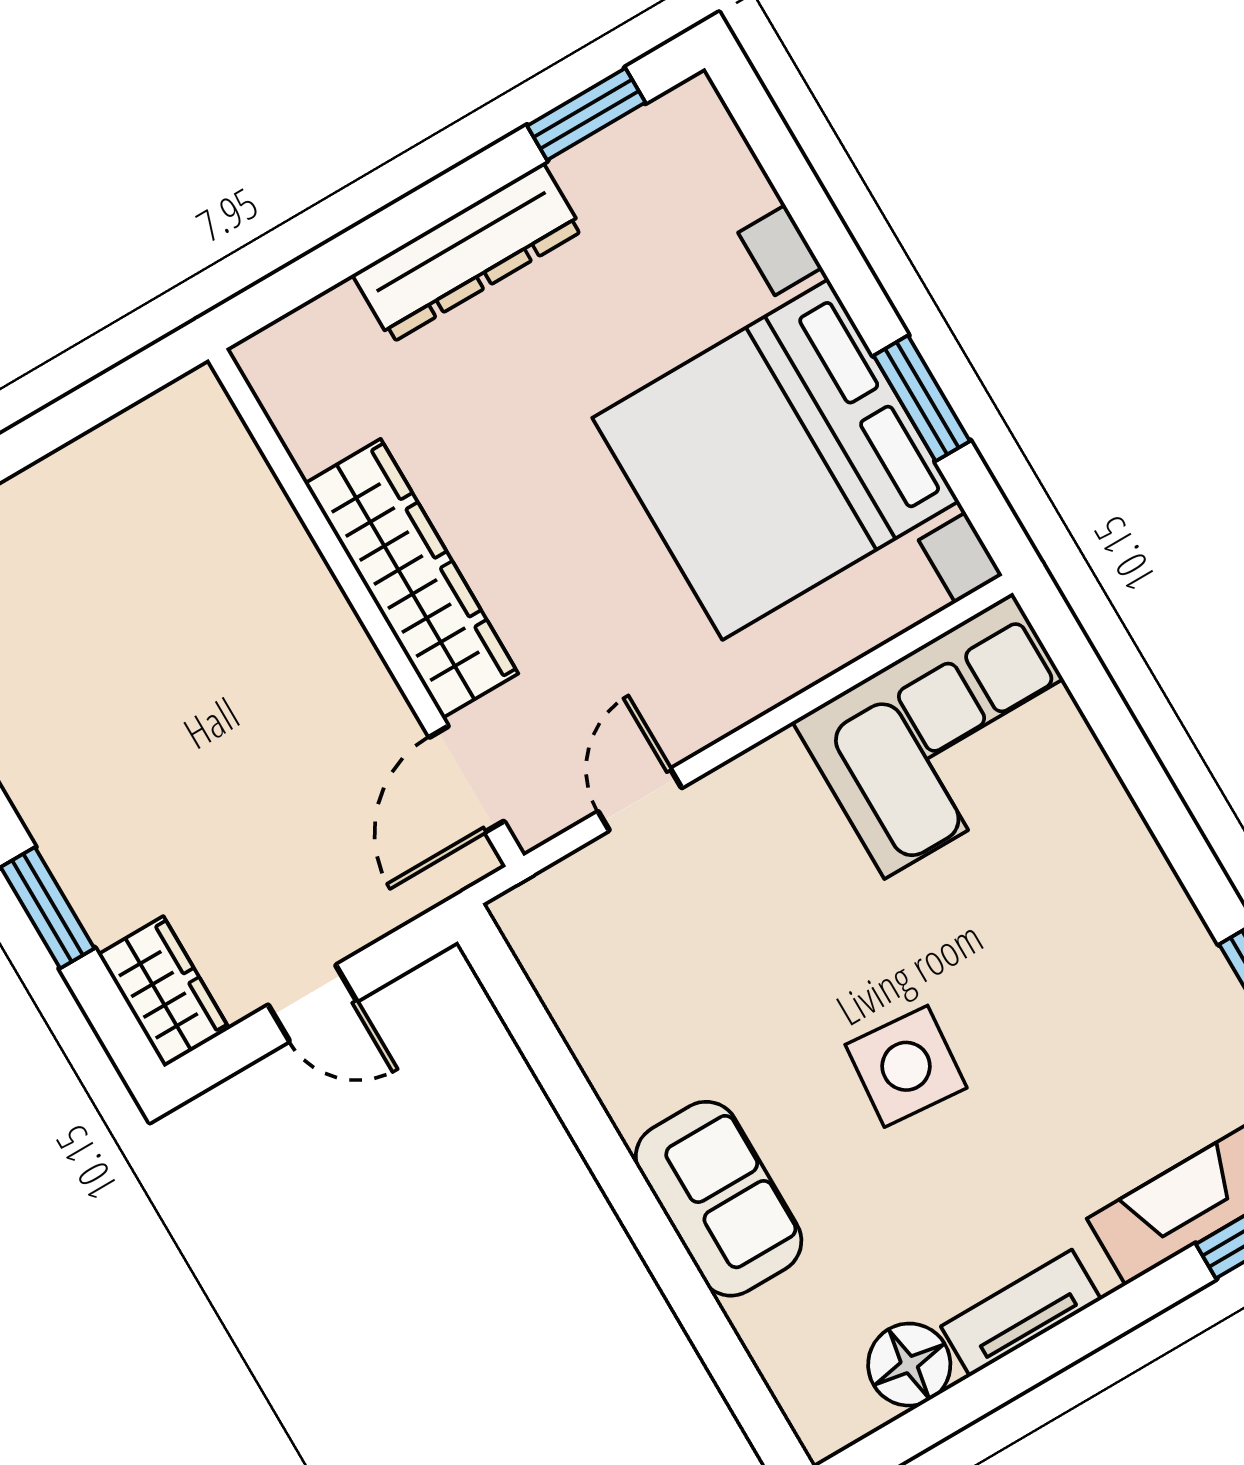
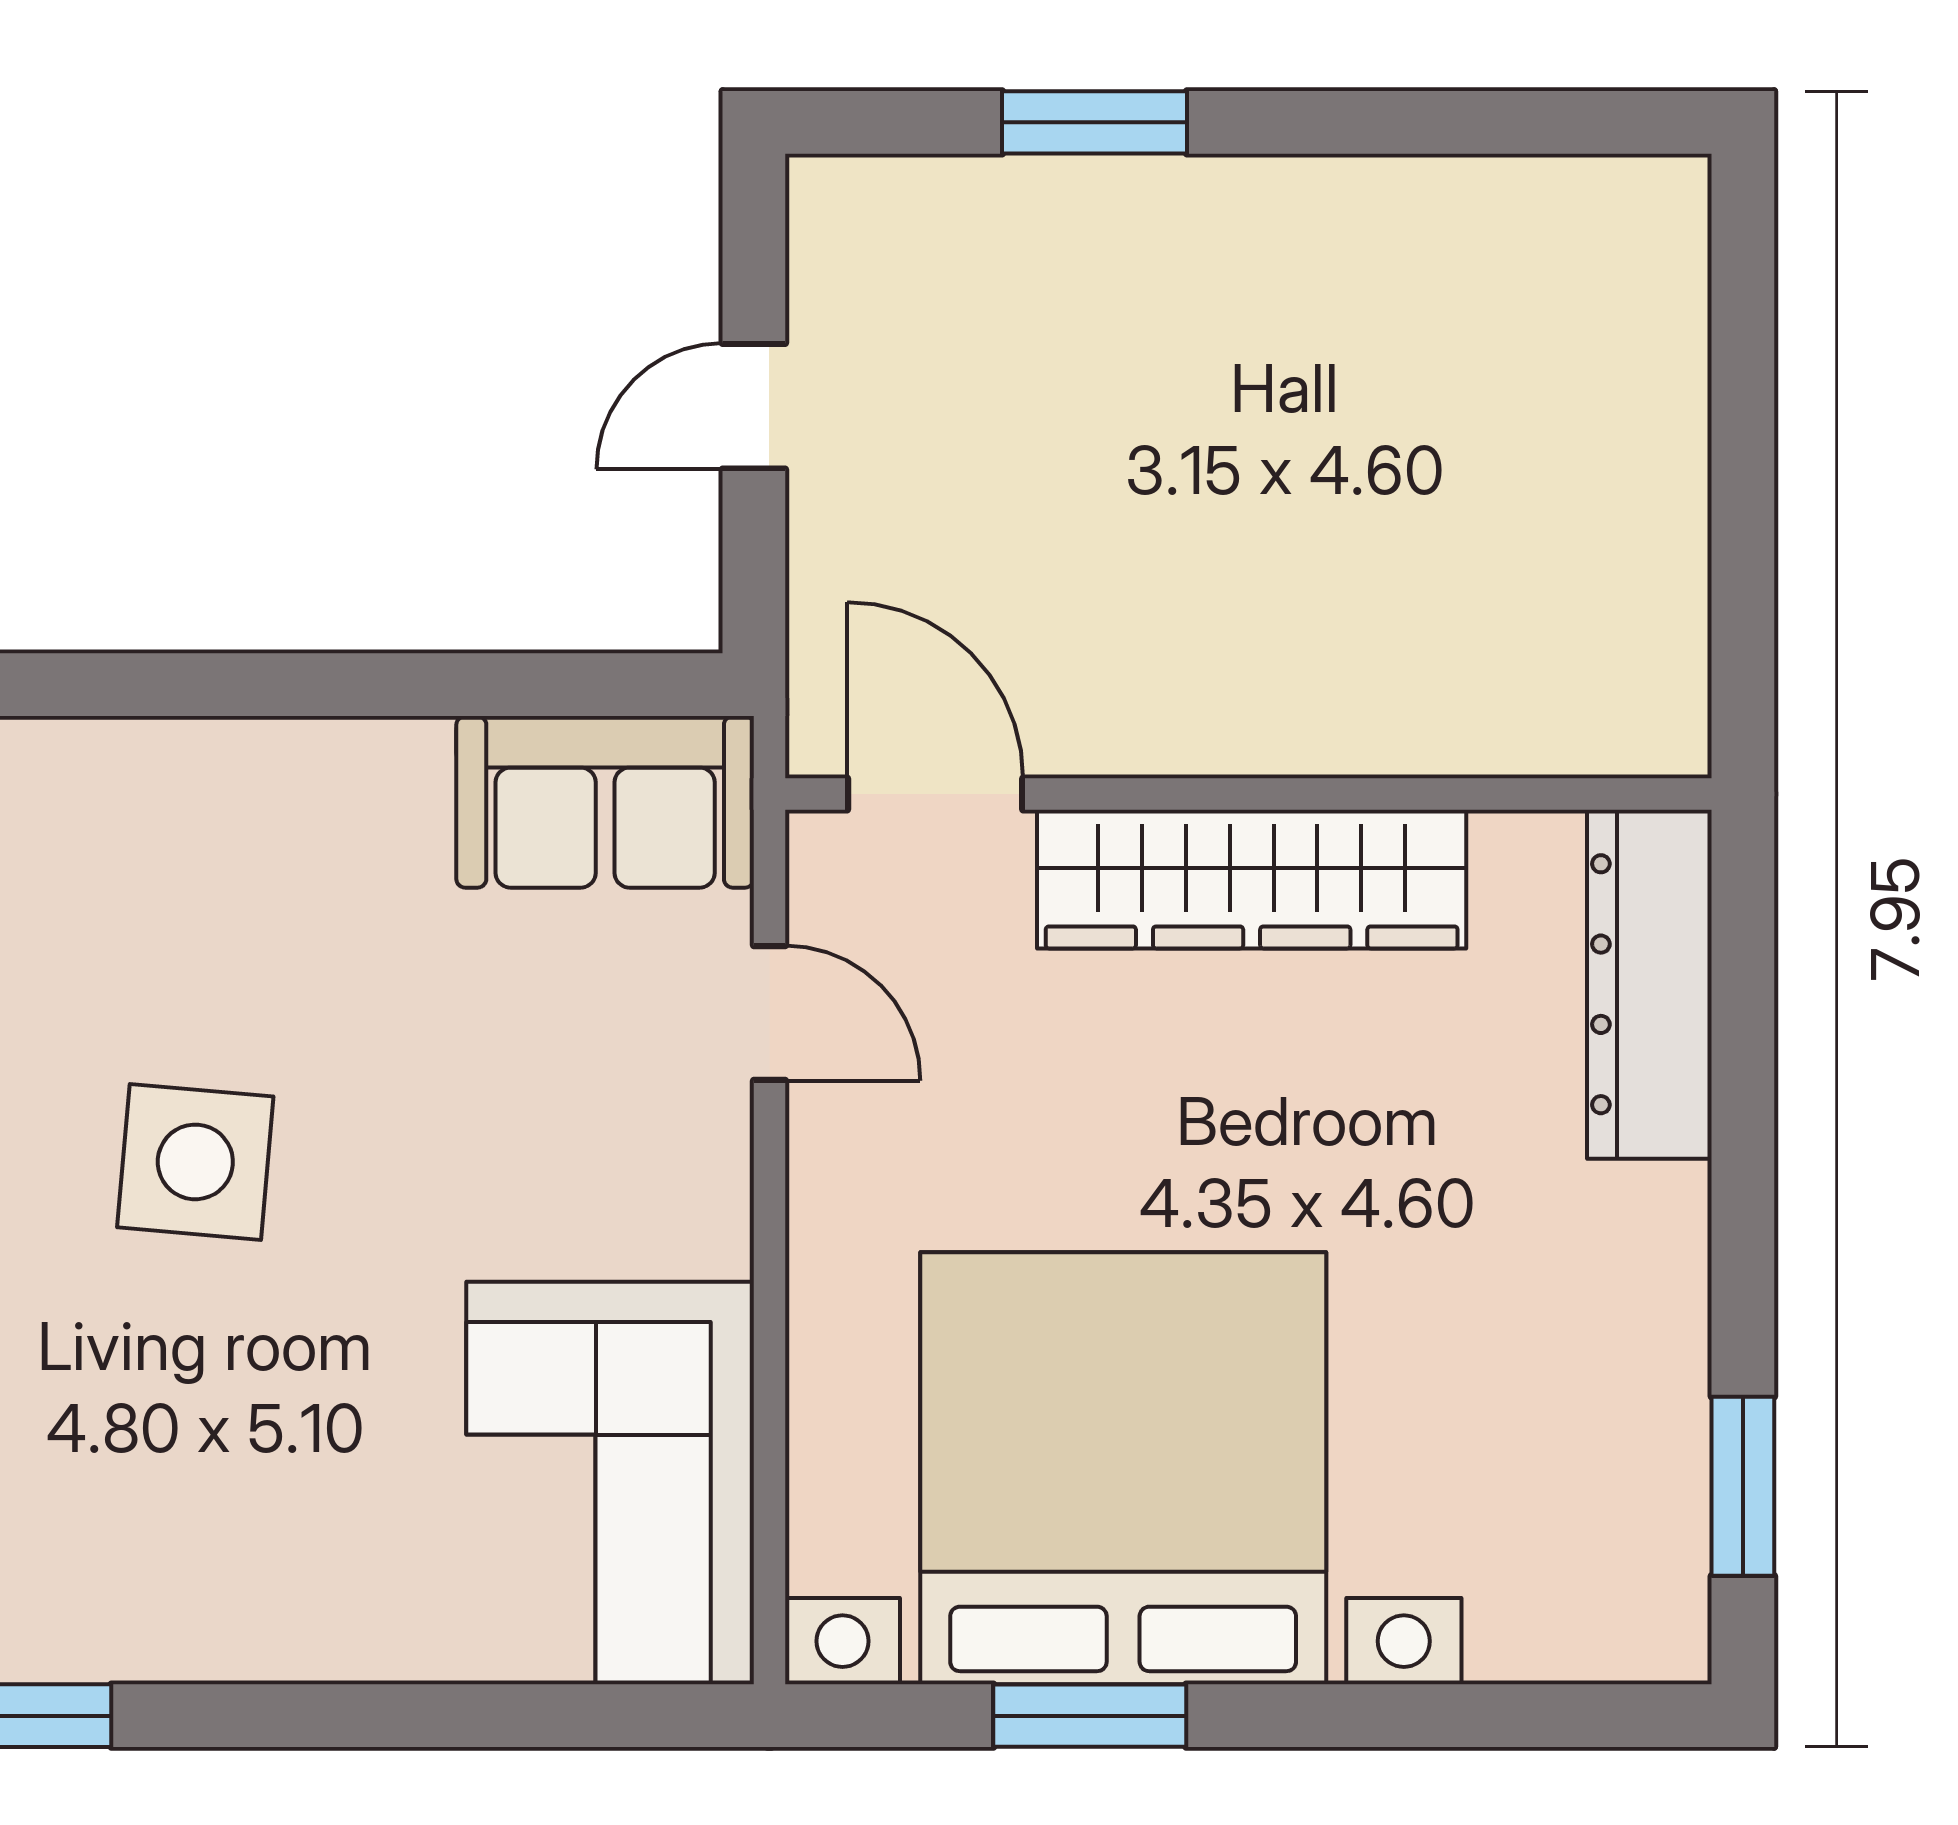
dresser: (468, 253) -> (1649, 984), moved
wardrobe: (164, 992) -> (888, 213), removed
sofa: (719, 1199) -> (605, 802), moved

